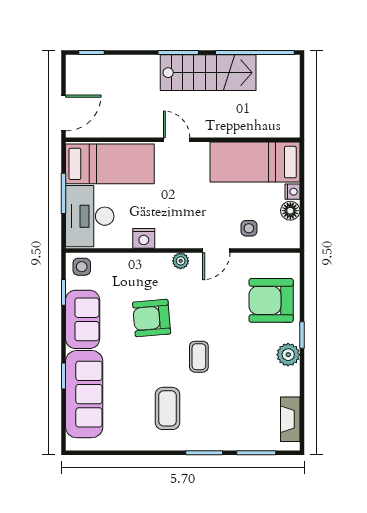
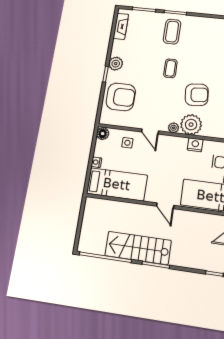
floor lamp: (290, 211) -> (103, 134), moved
door: (216, 251) -> (150, 131), swing flipped
plant: (154, 269) -> (191, 125), added
coffee table: (168, 408) -> (172, 32), moved

